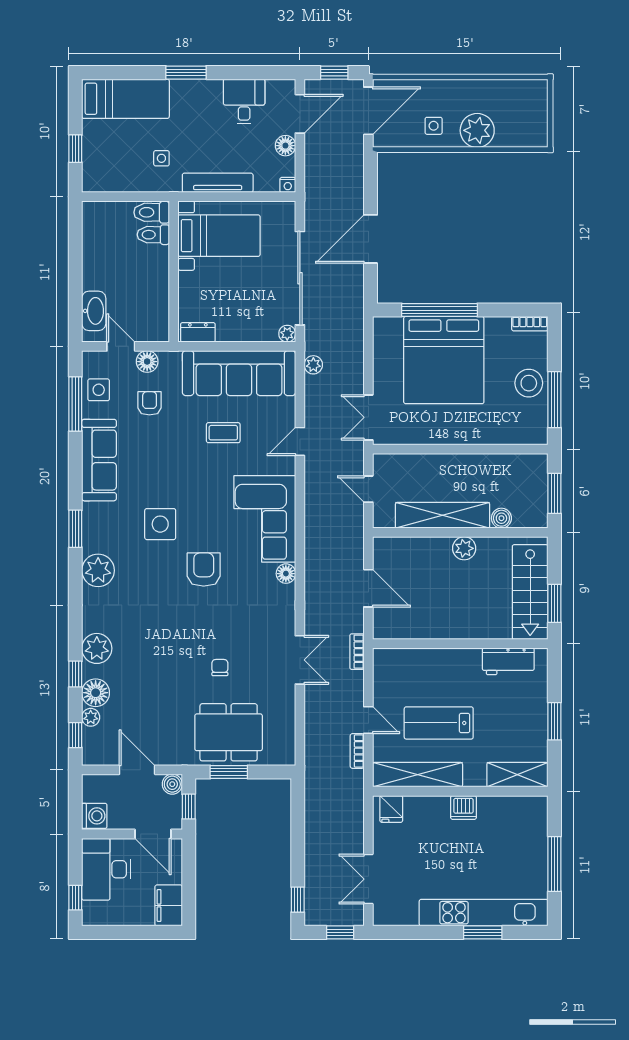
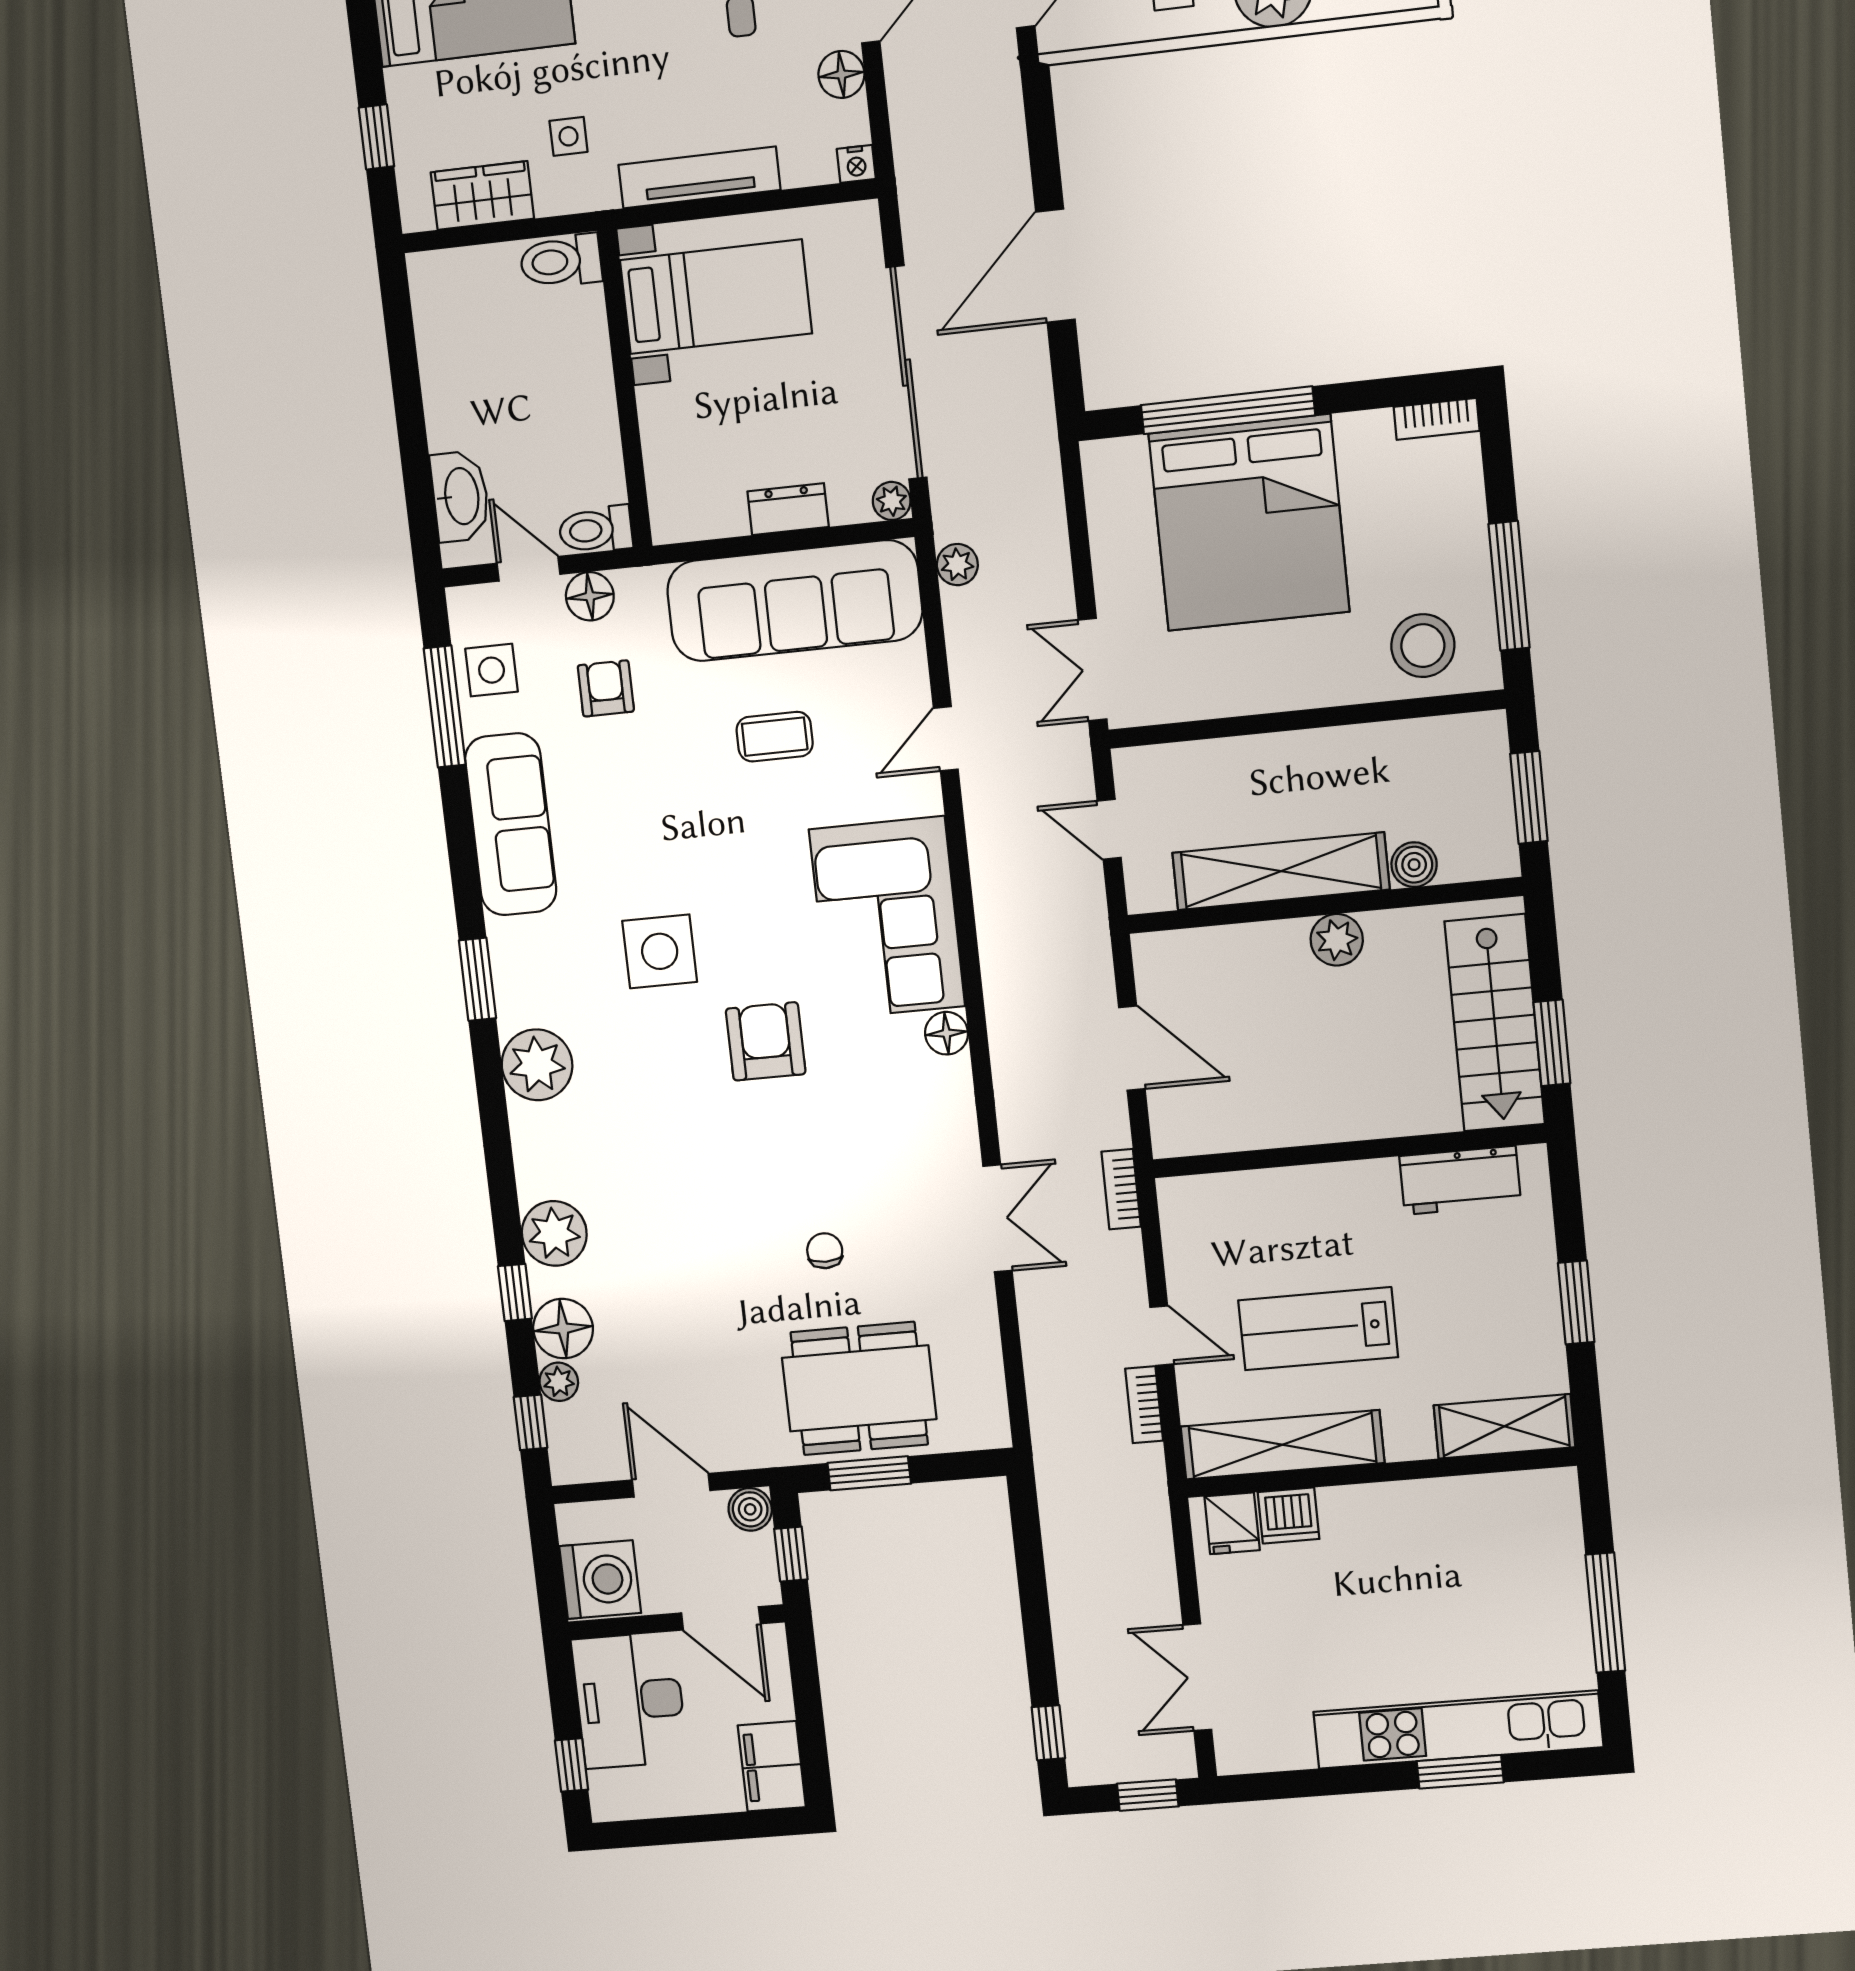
wardrobe: (120, 180) -> (482, 195), added
toilet: (153, 235) -> (596, 530), moved
dresser: (198, 332) -> (788, 509), moved
stool: (529, 383) -> (1423, 646), moved
dishwasher: (463, 807) -> (1289, 1516), moved
washing machine: (94, 816) -> (600, 1580), width x1.37, depth x1.37

